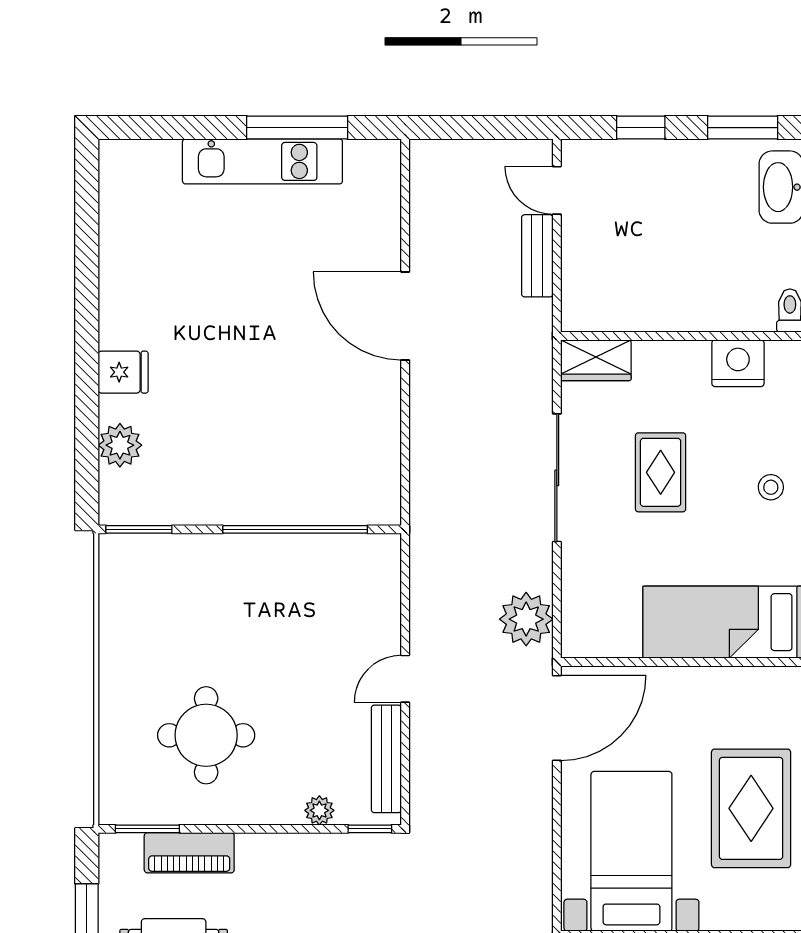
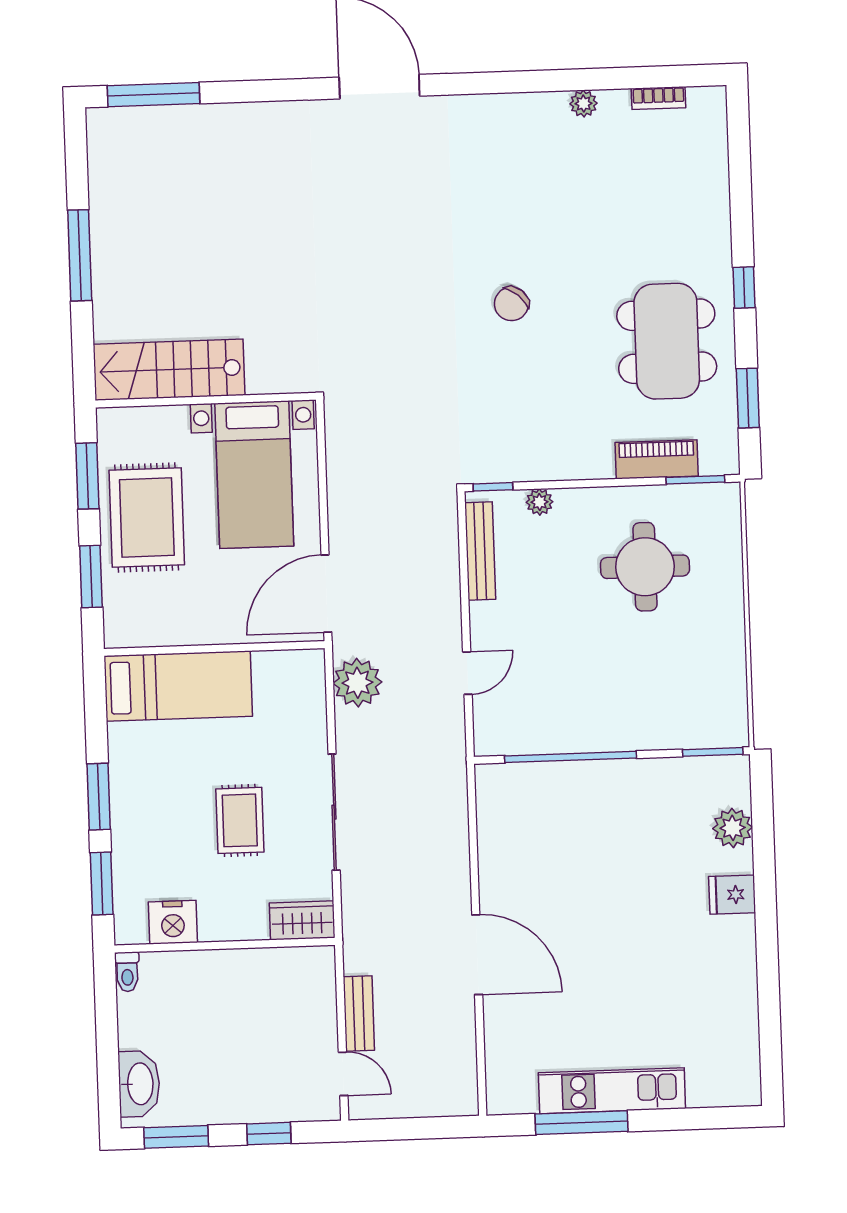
stool: (771, 487) -> (139, 810), removed
door: (405, 679) -> (467, 673), moved

